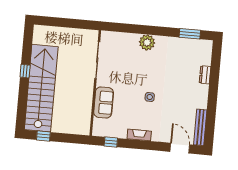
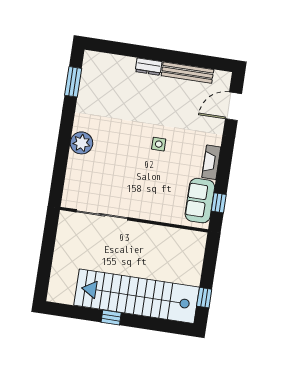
dresser: (205, 75) -> (149, 67), moved
sofa: (104, 102) -> (200, 201), moved, turned -90
bench: (200, 127) -> (187, 73), moved

